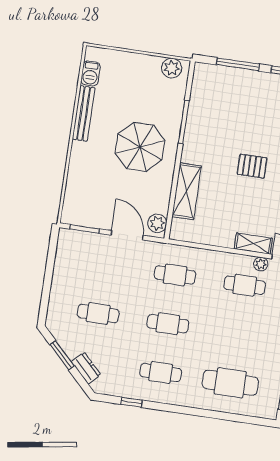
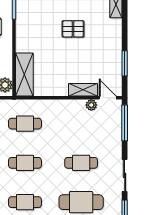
shelving: (187, 191) -> (24, 74), moved
cafe table: (245, 285) -> (81, 163), moved

